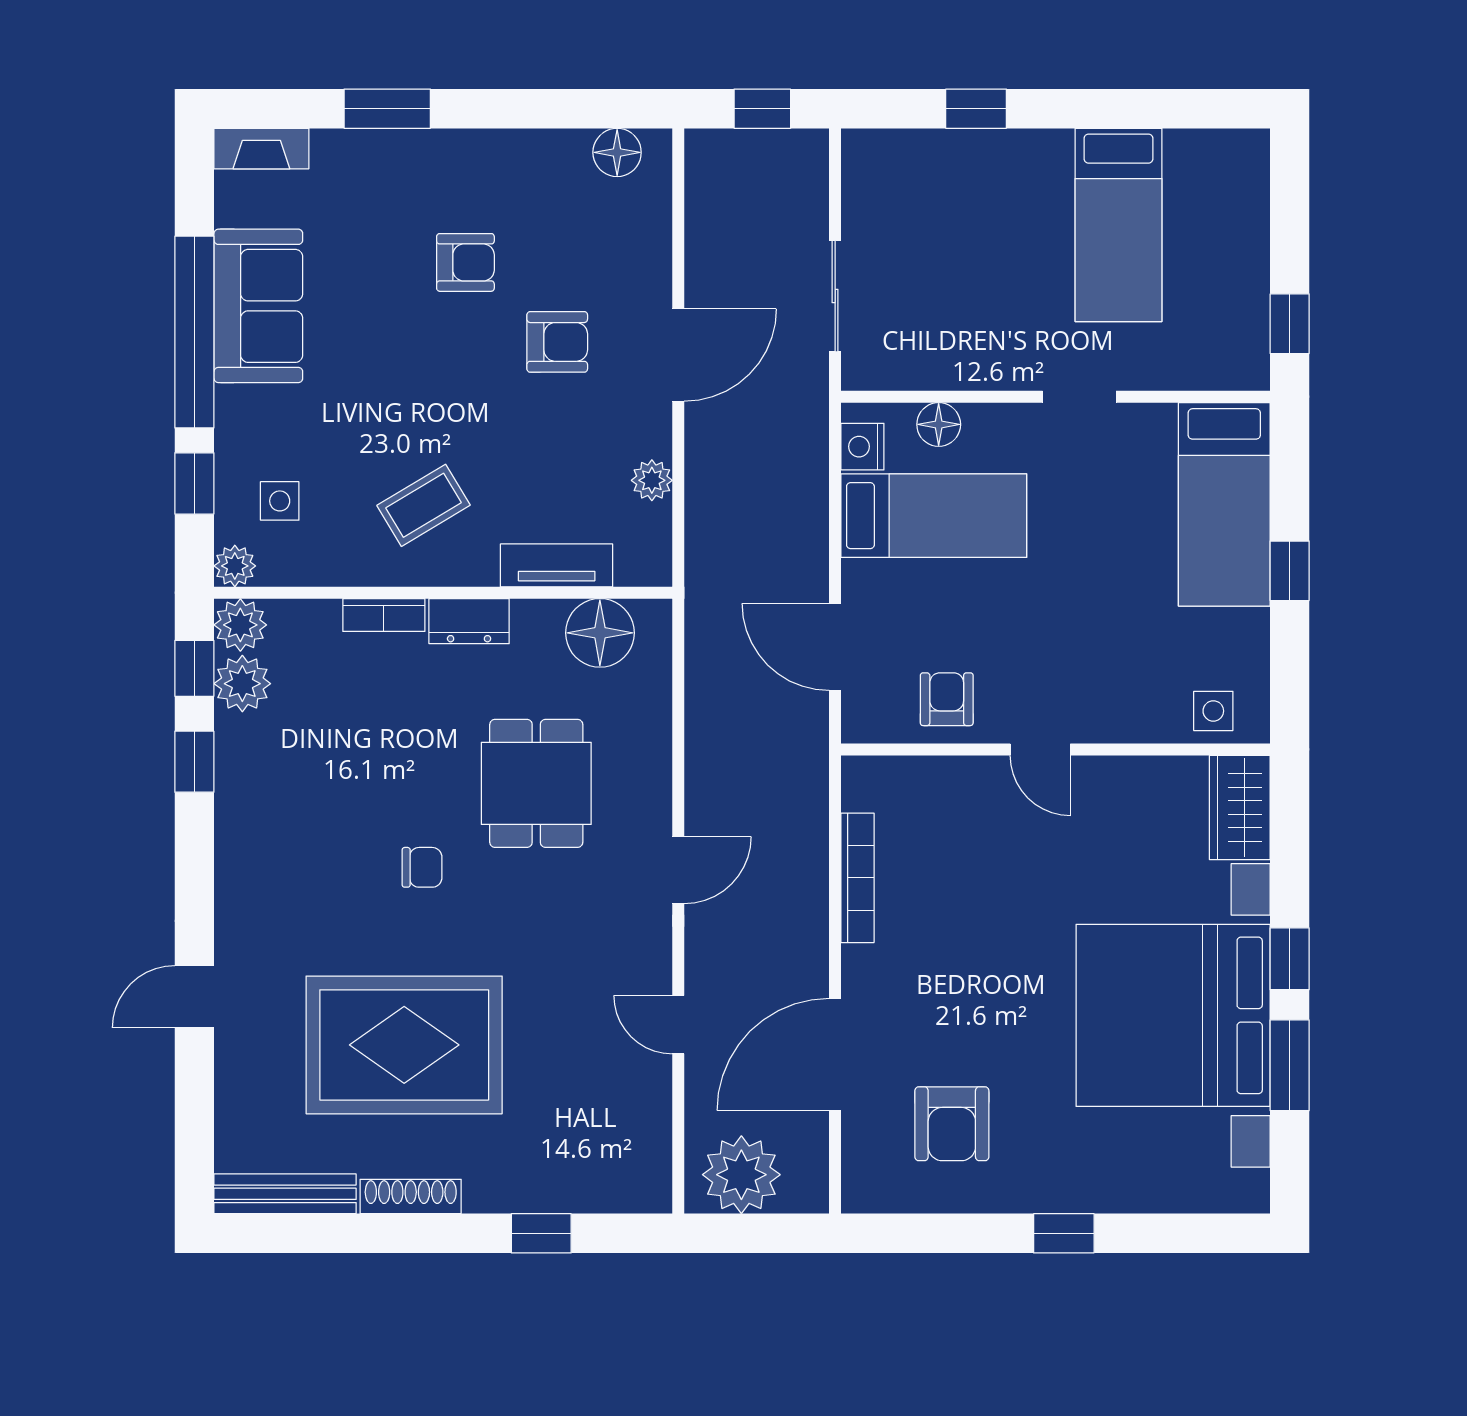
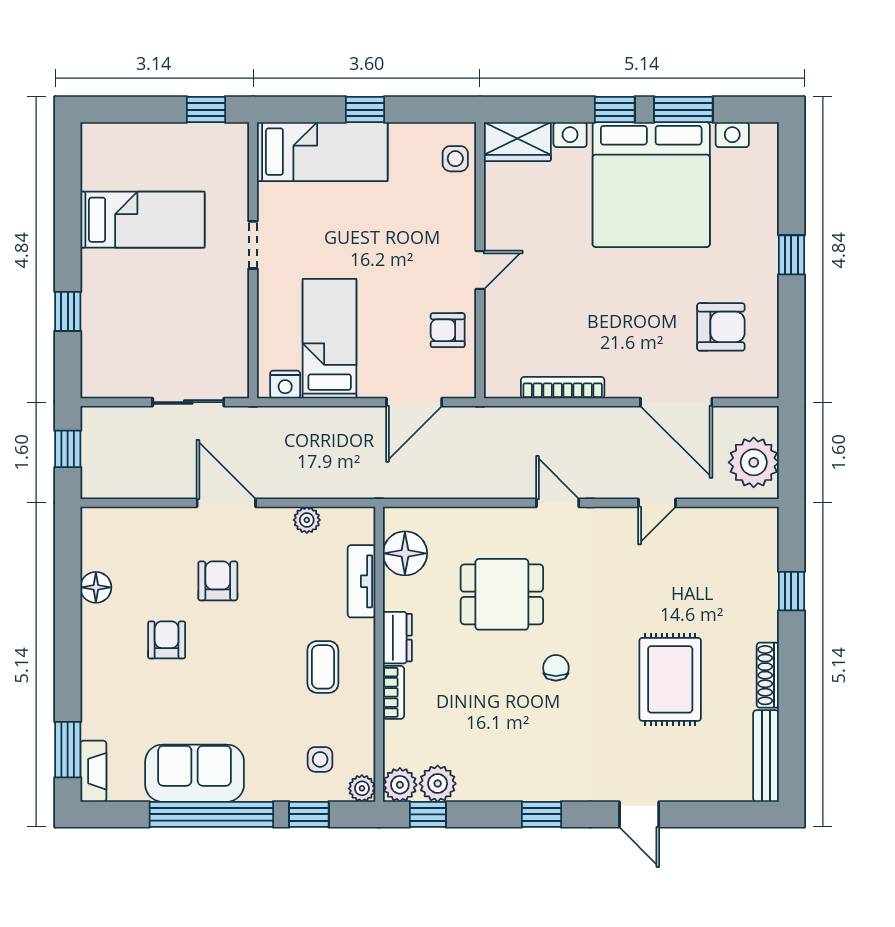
window: (387, 109) -> (68, 750), moved
floor lamp: (617, 152) -> (96, 587), moved
floor lamp: (939, 424) -> (271, 335), removed
coffee table: (424, 505) -> (323, 667), turned 31
window: (194, 762) -> (541, 814), moved
rug: (404, 1045) -> (670, 679), width x0.73, depth x0.69

